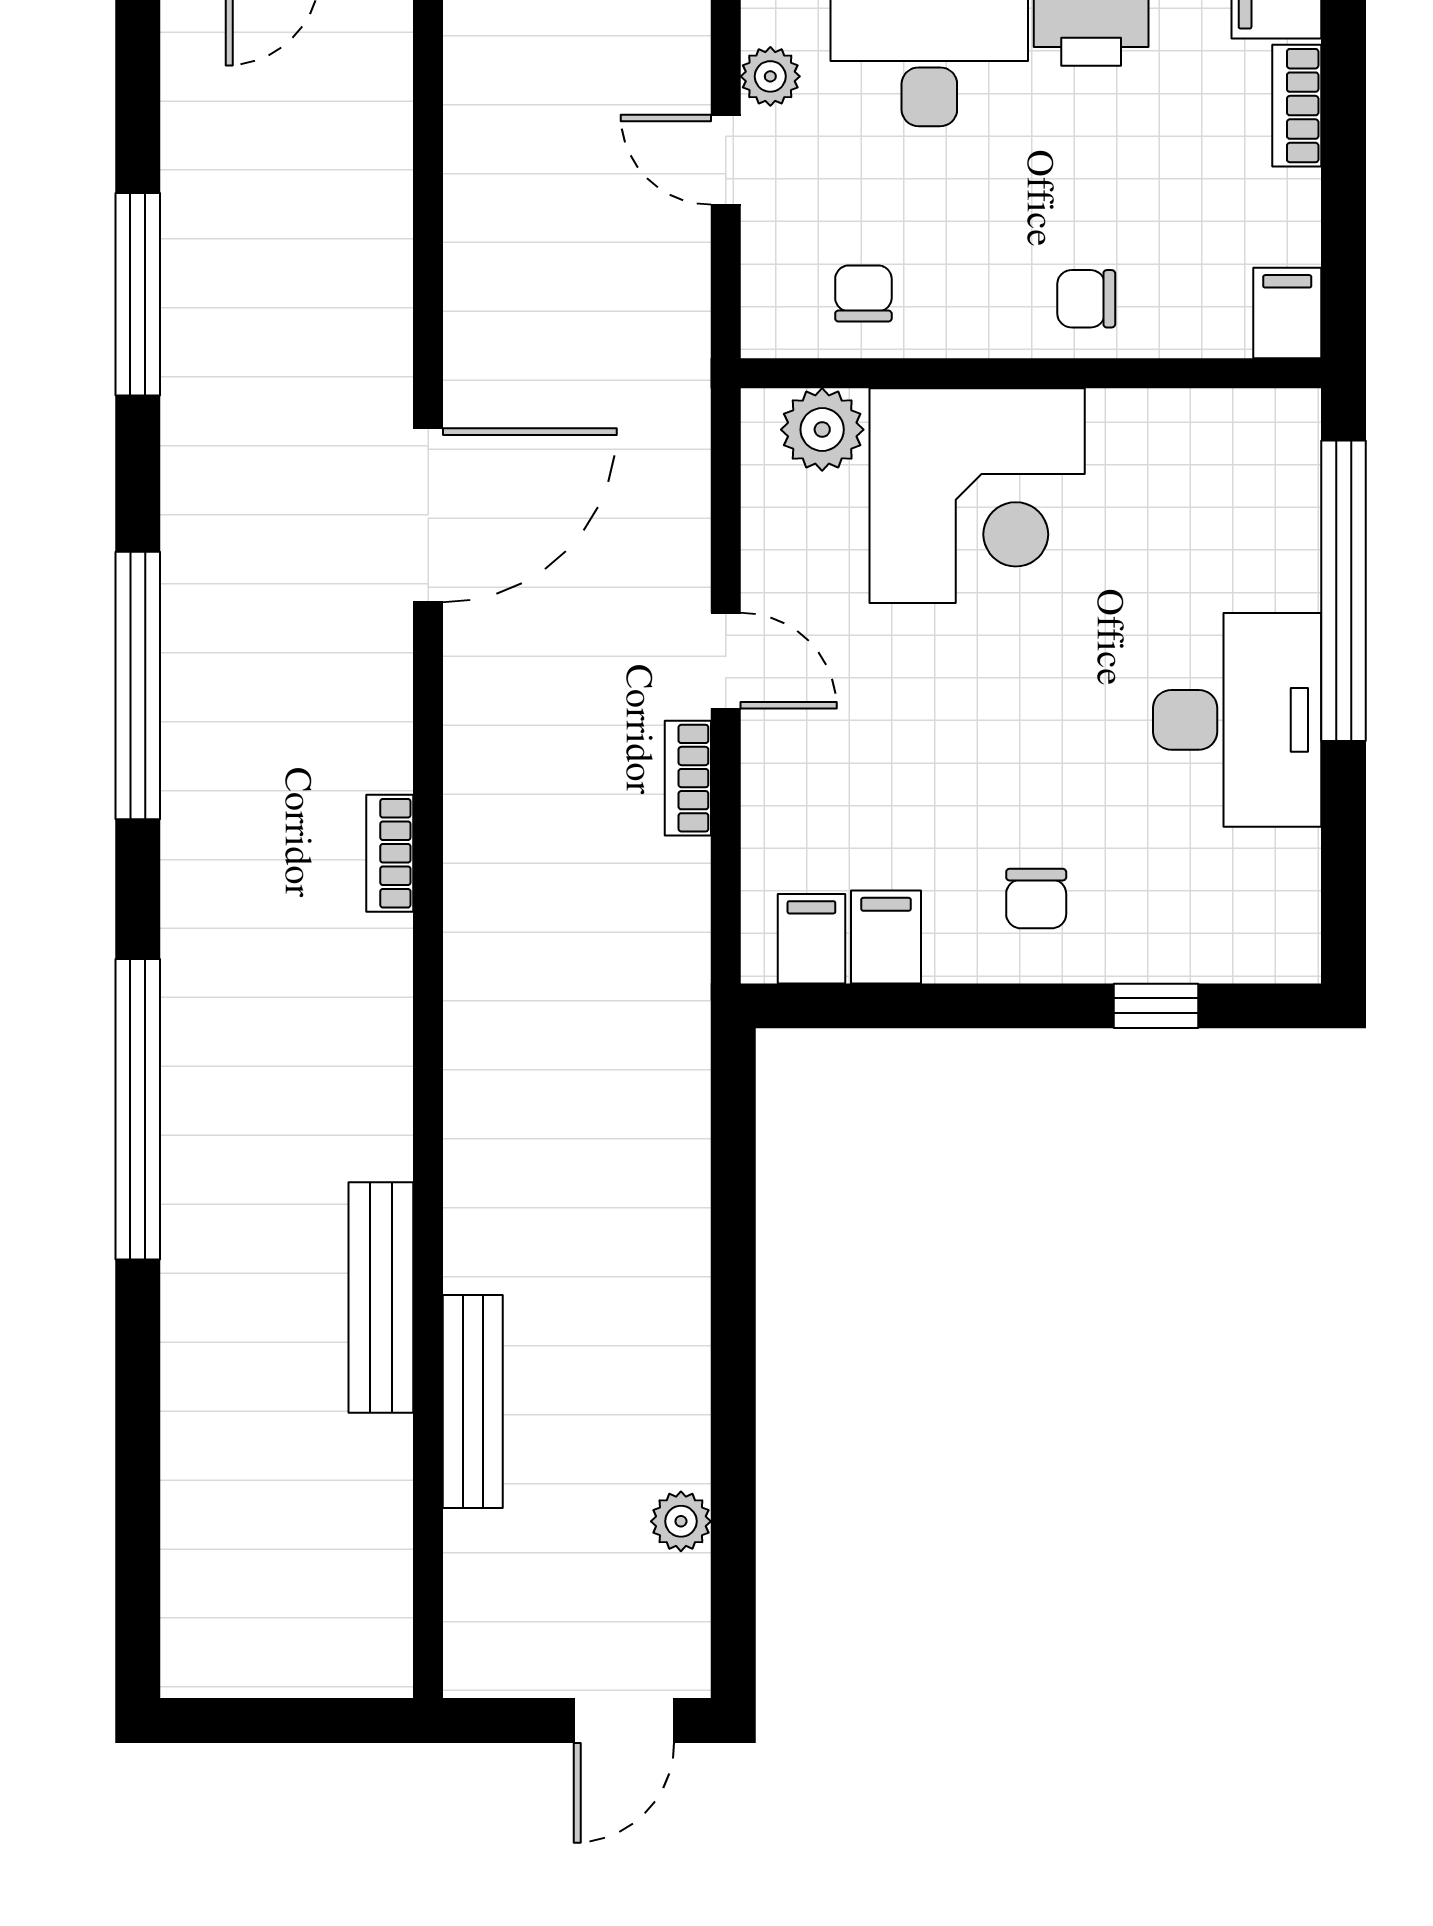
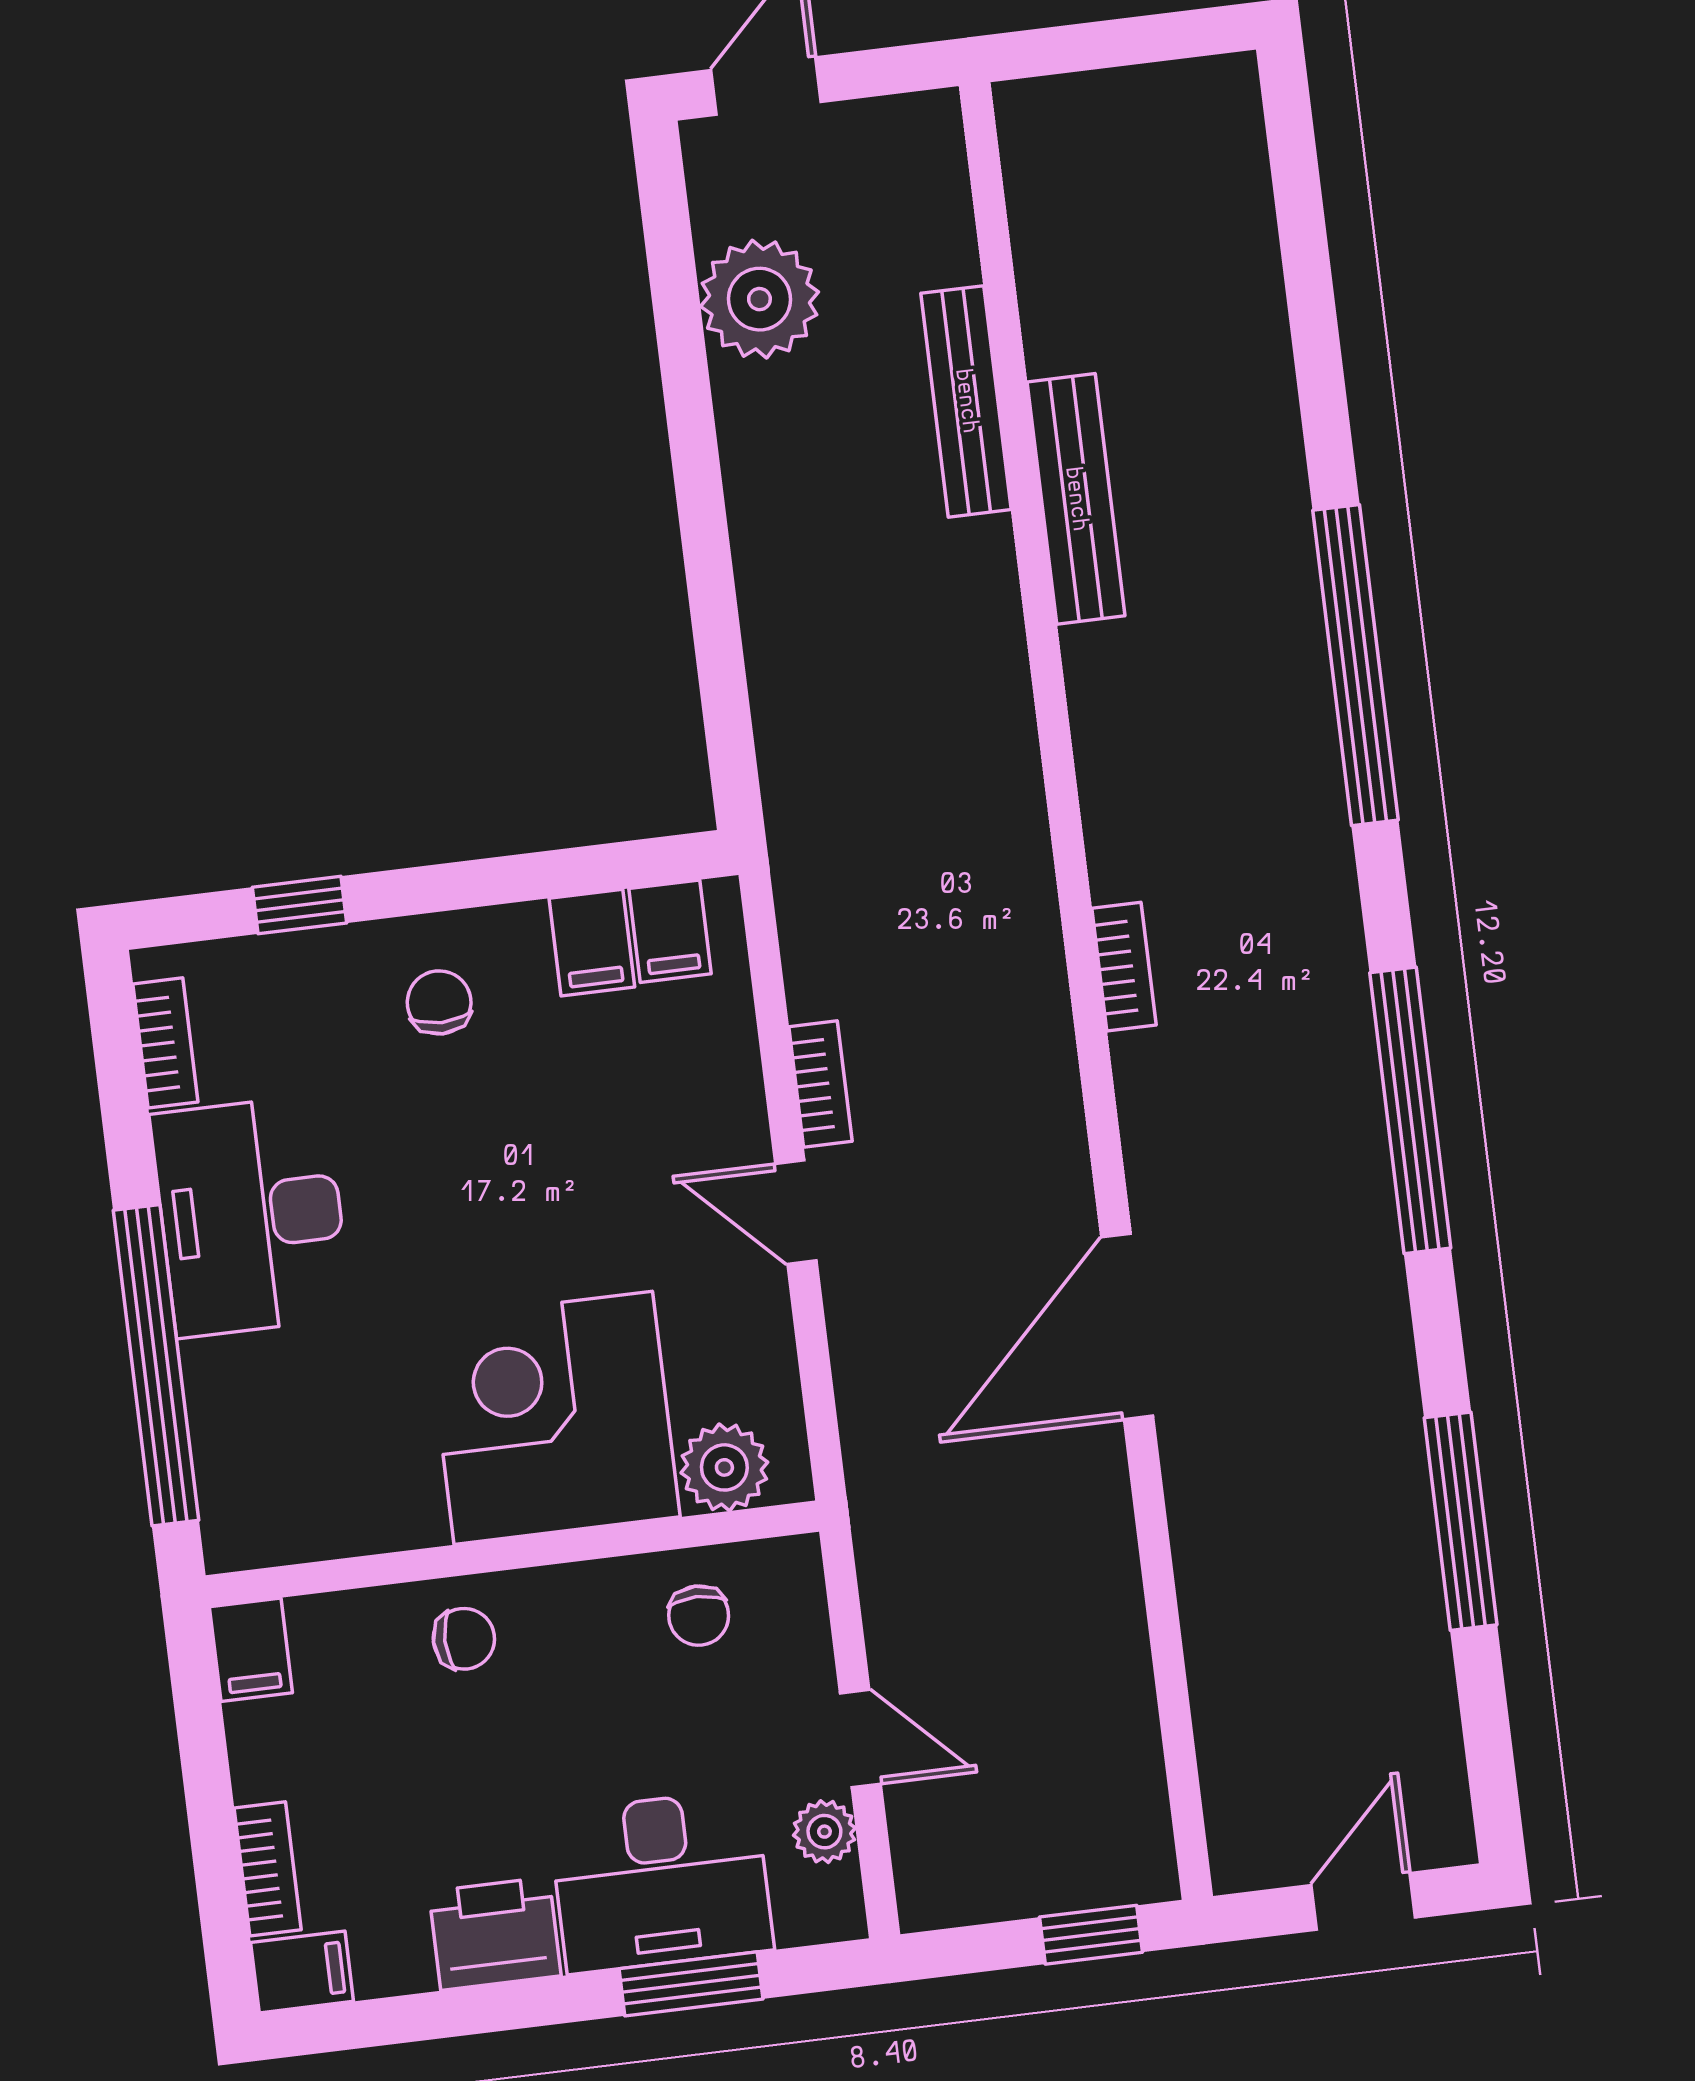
bookcase: (1298, 892) -> (165, 1043), added
plant: (681, 1521) -> (759, 299), width x1.88, depth x1.88

